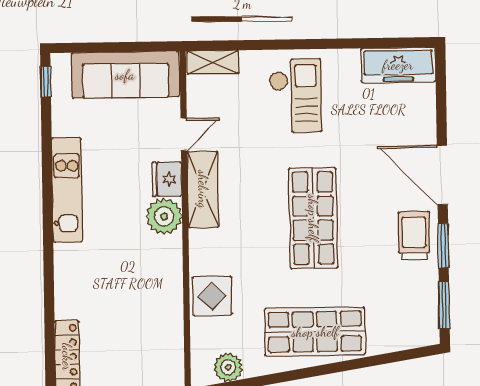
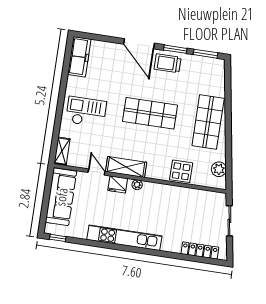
door: (442, 175) -> (139, 44), hinge flipped
kitchen unit: (67, 190) -> (124, 238), width x1.36
plant: (164, 216) -> (137, 185), width x0.53, depth x0.53

